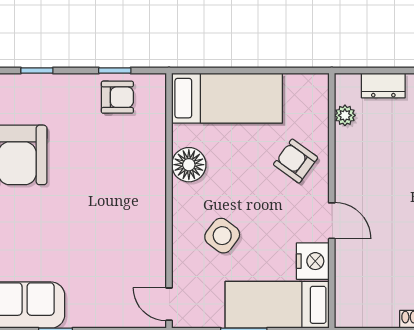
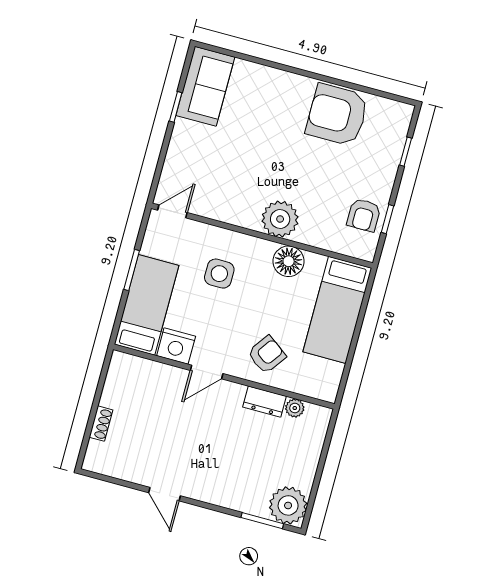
dresser: (383, 86) -> (264, 402), moved, turned -90
plant: (146, 186) -> (280, 219), added
side table: (222, 236) -> (219, 274), turned -37

